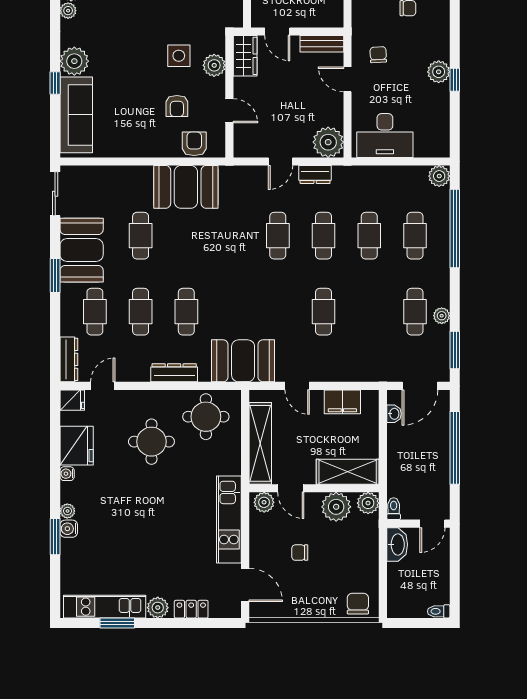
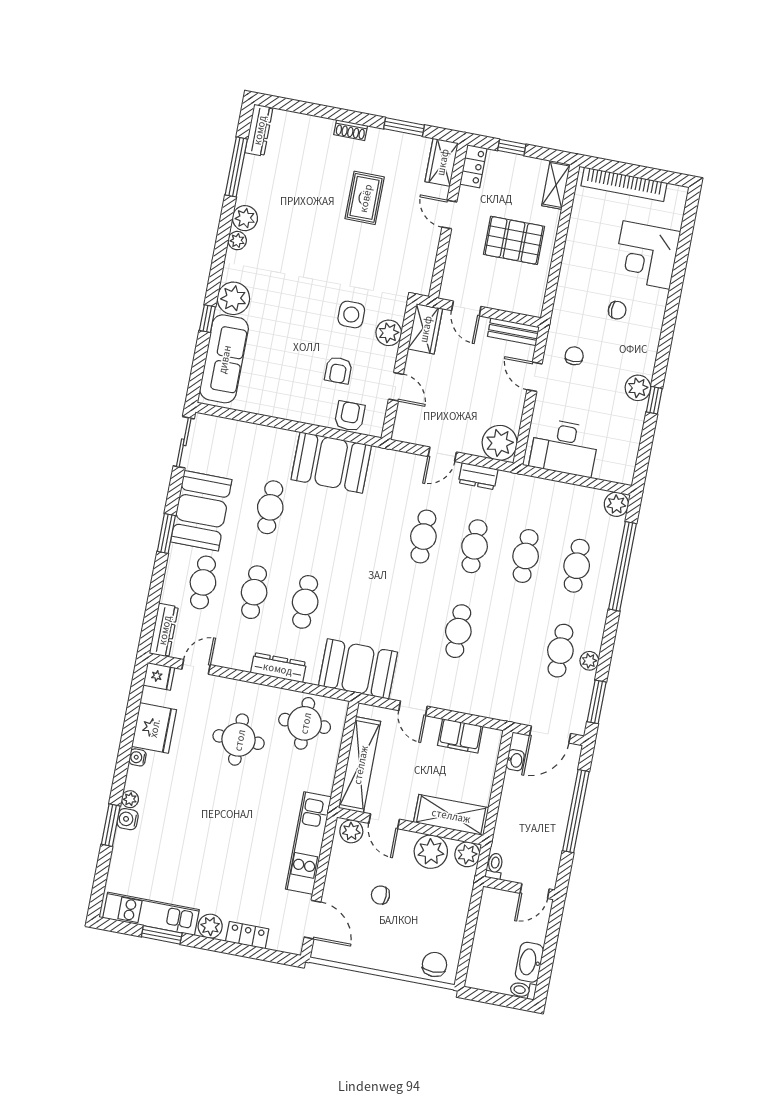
washbasin: (397, 544) -> (529, 962), moved, turned 180

